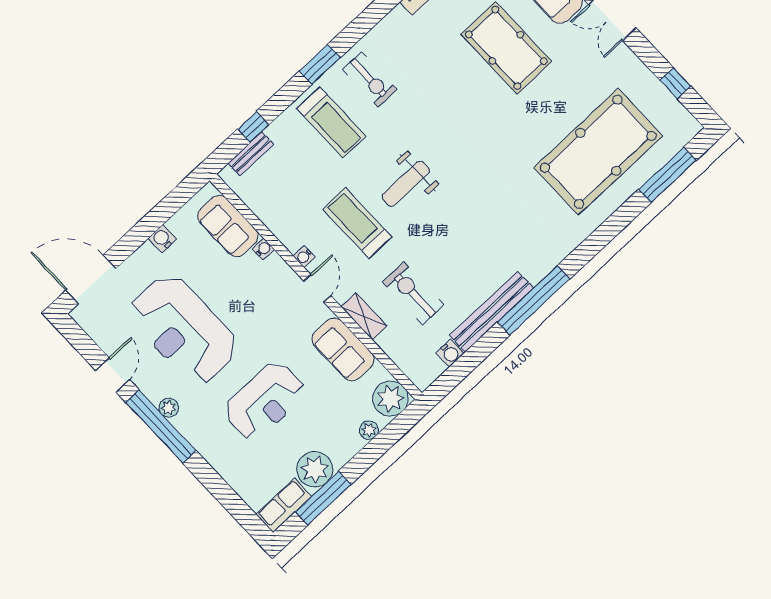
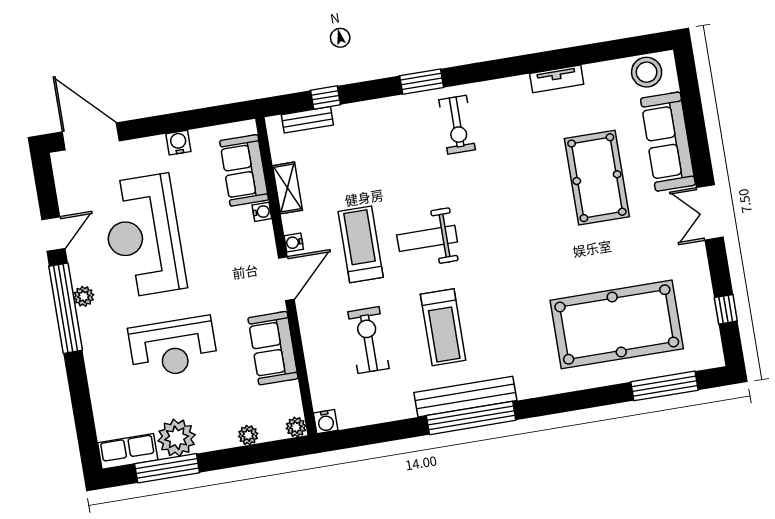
treadmill: (331, 122) -> (443, 327), moved
door: (317, 288) -> (286, 279), width x1.37
bench: (491, 312) -> (465, 397), moved
shelving: (364, 316) -> (287, 188), moved
water cooler: (450, 353) -> (326, 422), moved
plant: (390, 399) -> (296, 427), width x0.53, depth x0.53

